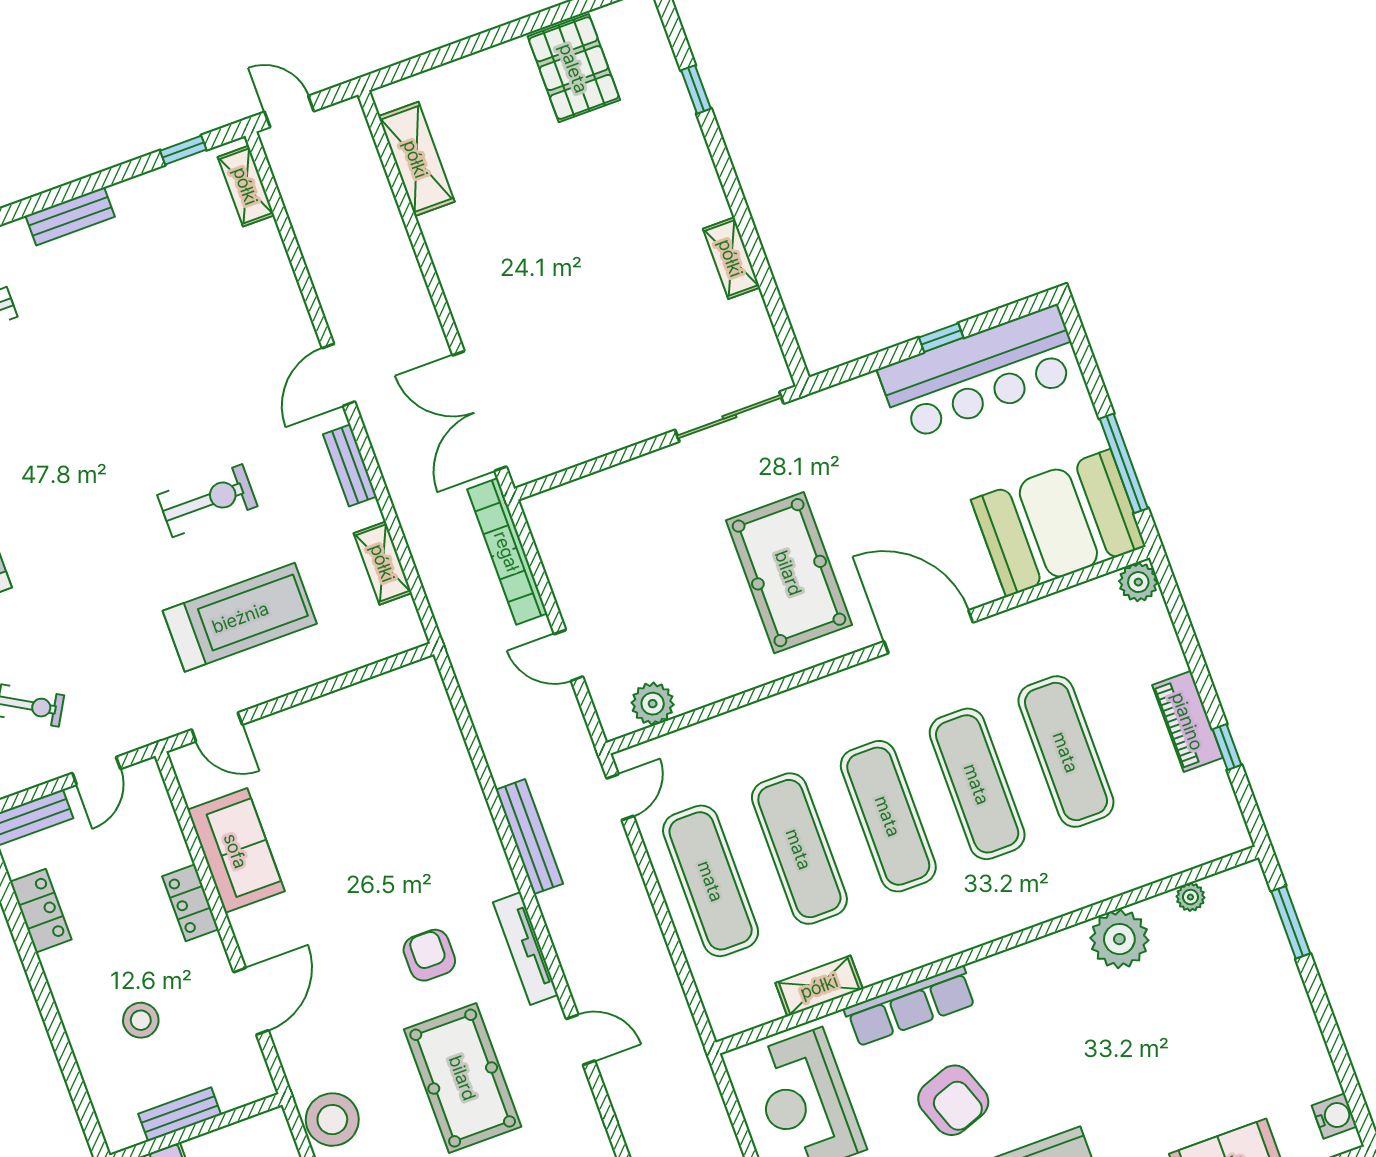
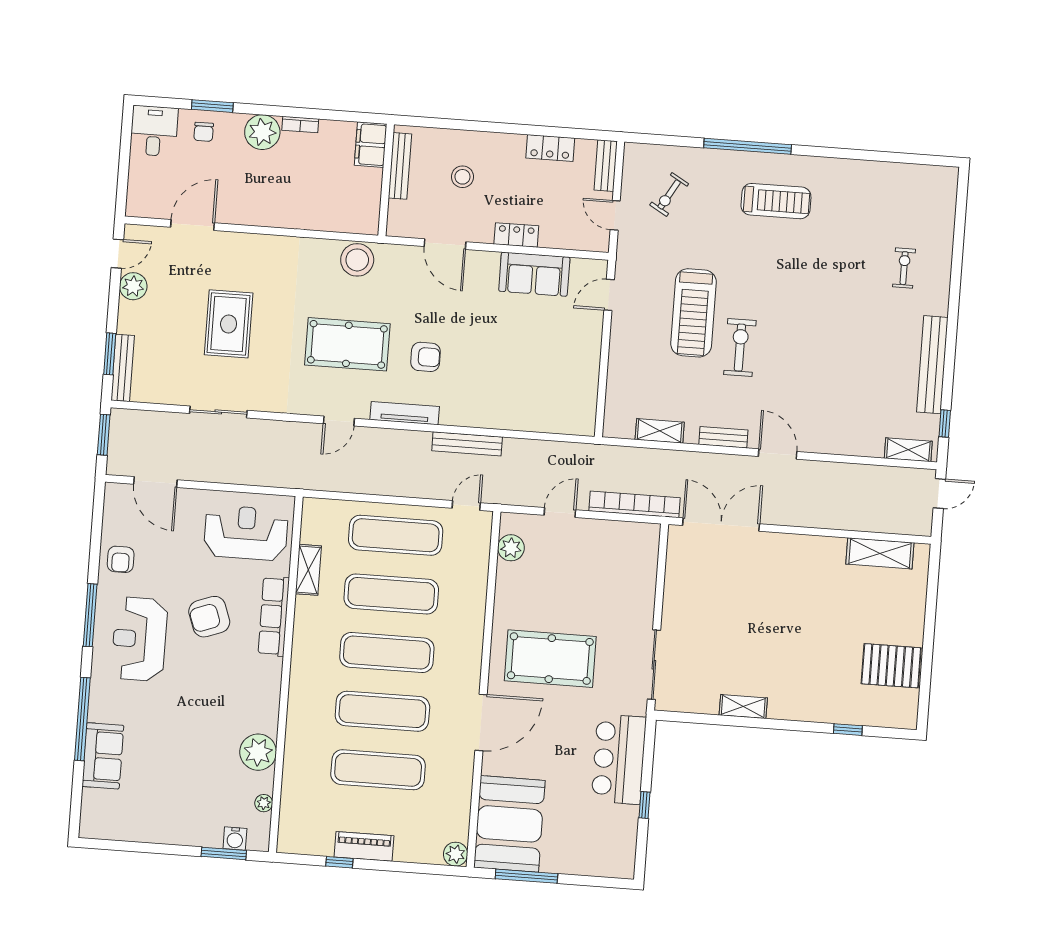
bench: (70, 216) -> (932, 365), width x1.86, depth x1.21
bar counter: (980, 373) -> (619, 759), moved, width x0.73
exercise bike: (207, 501) -> (740, 347), turned 180
treadmill: (240, 617) -> (694, 313), moved
door: (620, 797) -> (466, 505), swing flipped
bench: (180, 1114) -> (400, 166), width x1.36
water cooler: (1334, 1116) -> (235, 839), moved

